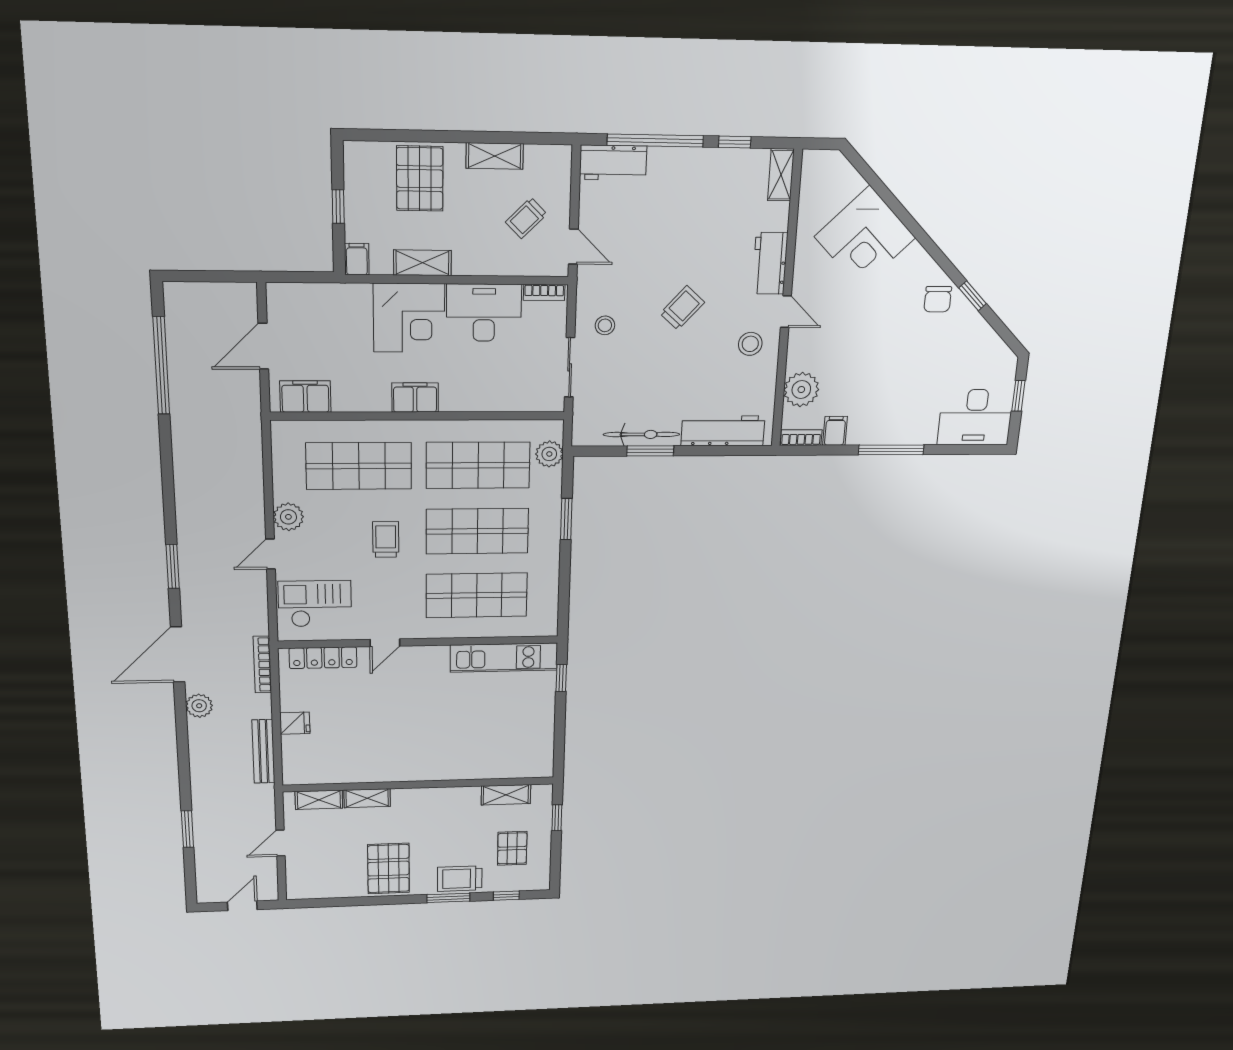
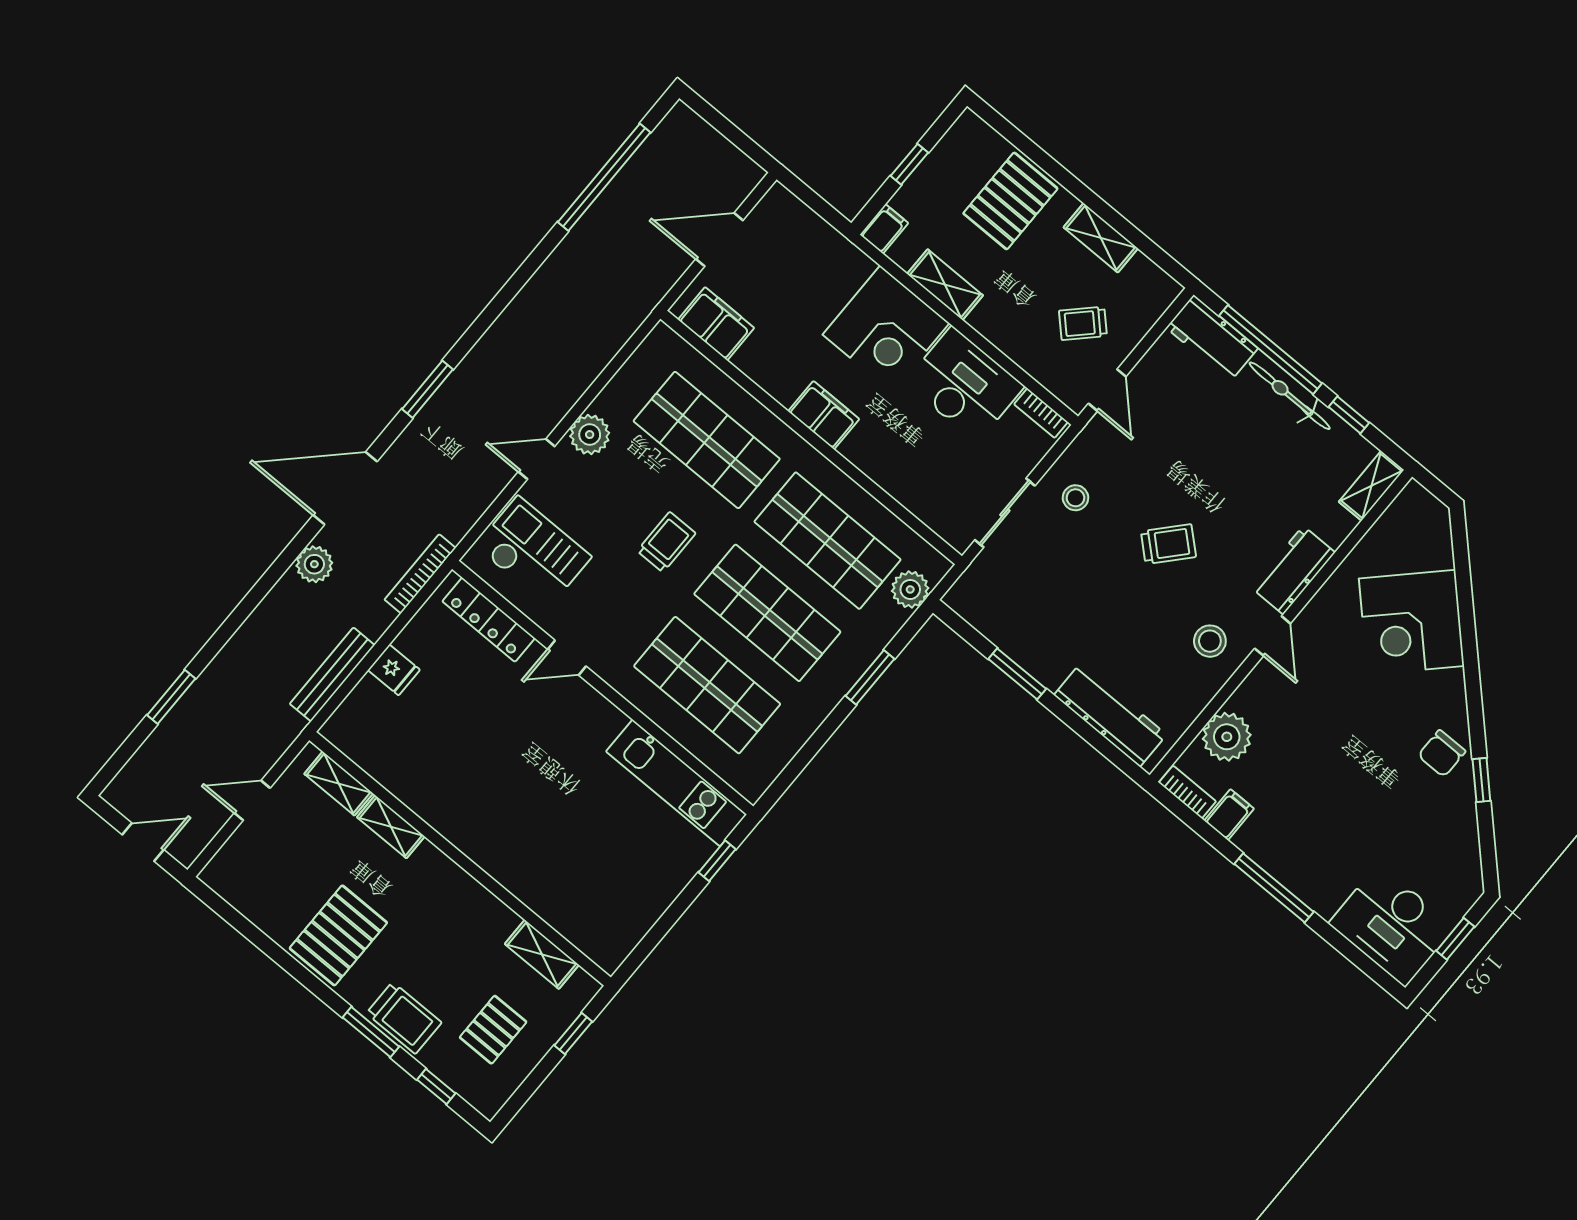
bicycle: (641, 434) -> (1290, 396), moved, turned 180
trolley: (460, 879) -> (404, 1018), turned 180

